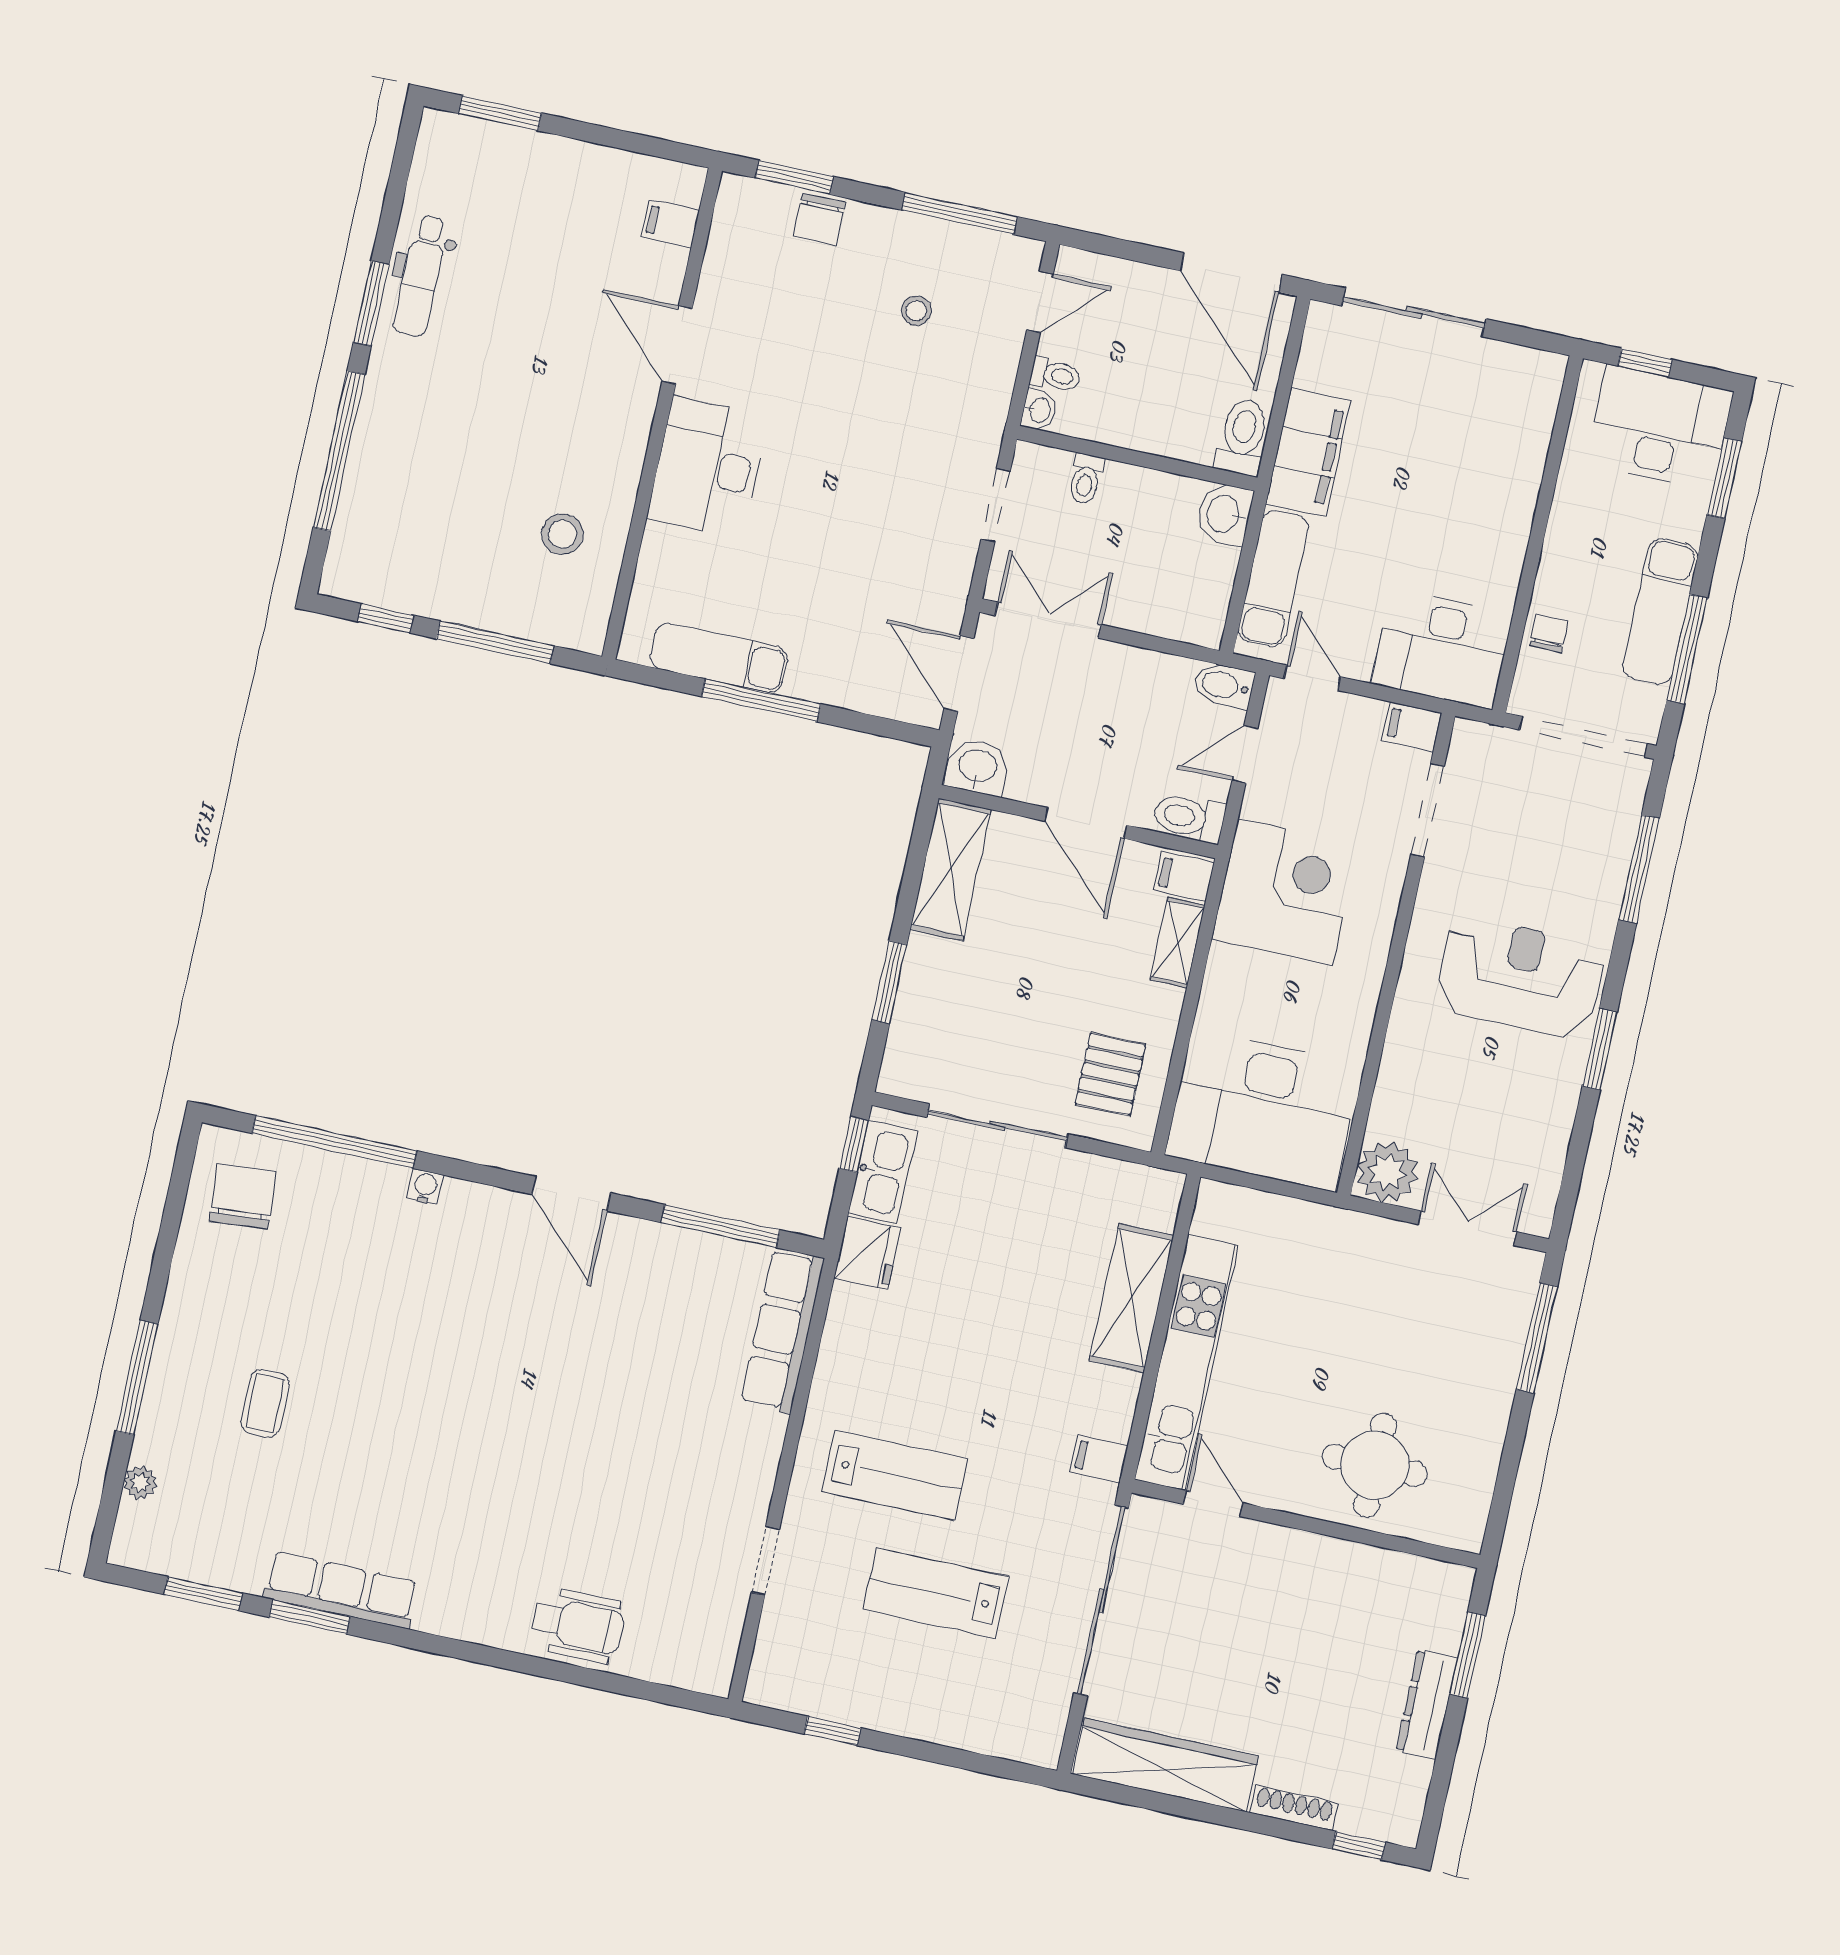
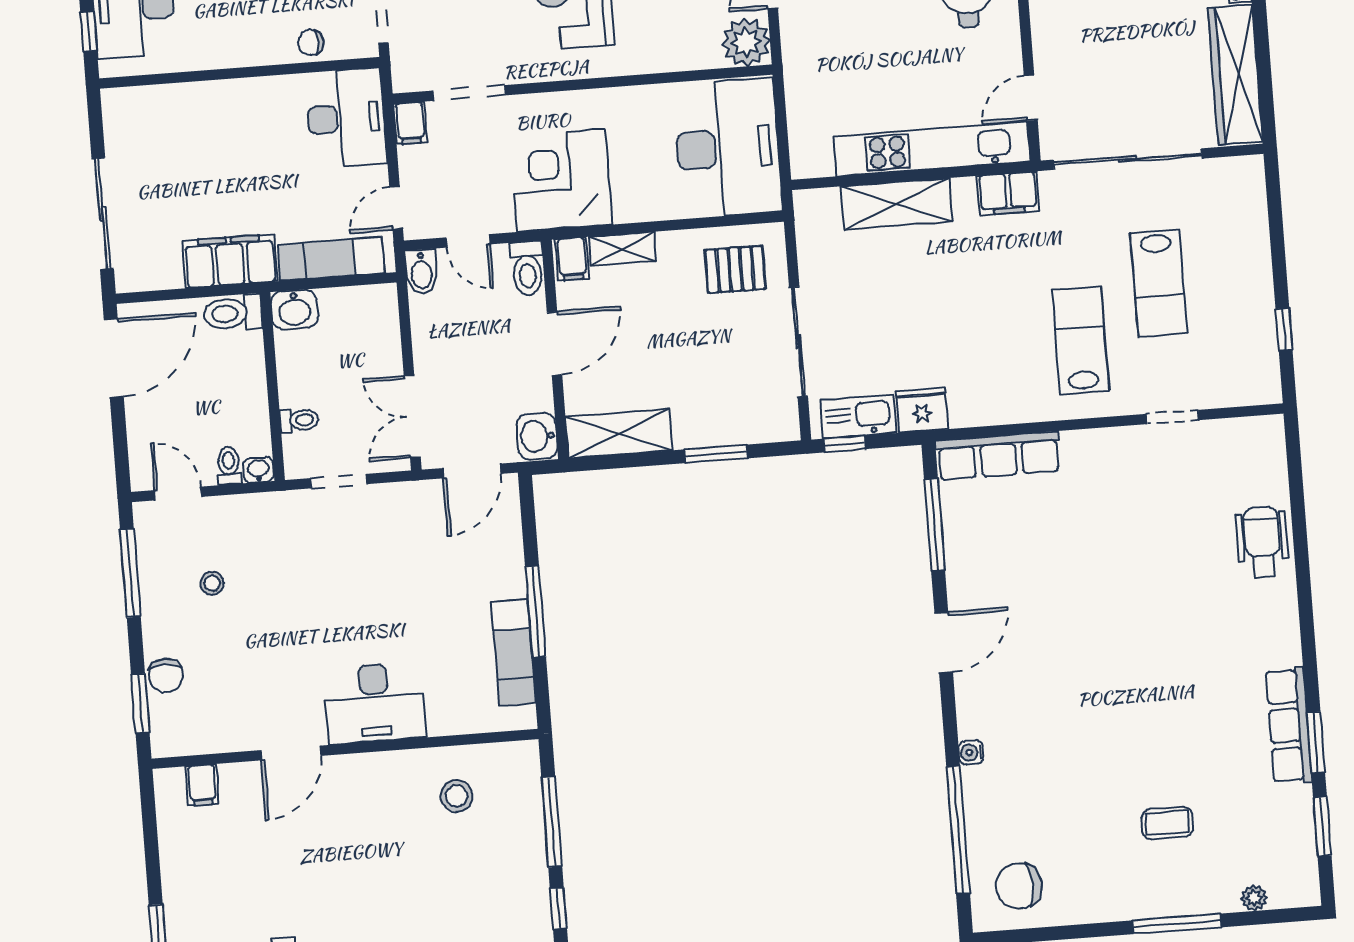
chair: (819, 219) -> (166, 675), turned 90
filing cabinet: (1099, 1459) -> (1008, 193), width x2.00

